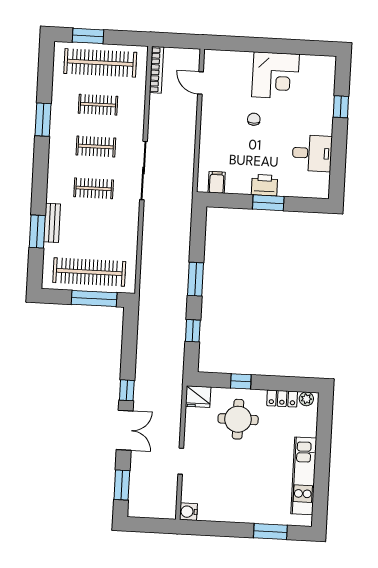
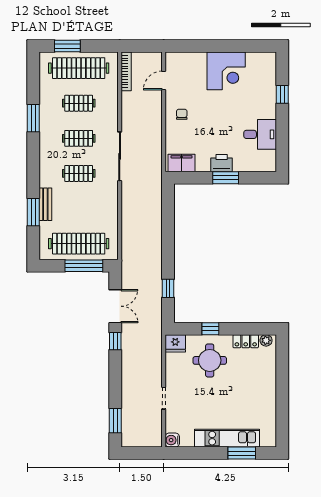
door: (201, 83) -> (164, 81), hinge flipped
chair: (254, 119) -> (182, 114), moved
filing cabinet: (217, 182) -> (181, 163), width x2.00
window: (196, 279) -> (168, 245), removed
double door: (125, 430) -> (115, 306), moved
kitchen unit: (304, 476) -> (227, 438), moved, turned 90

